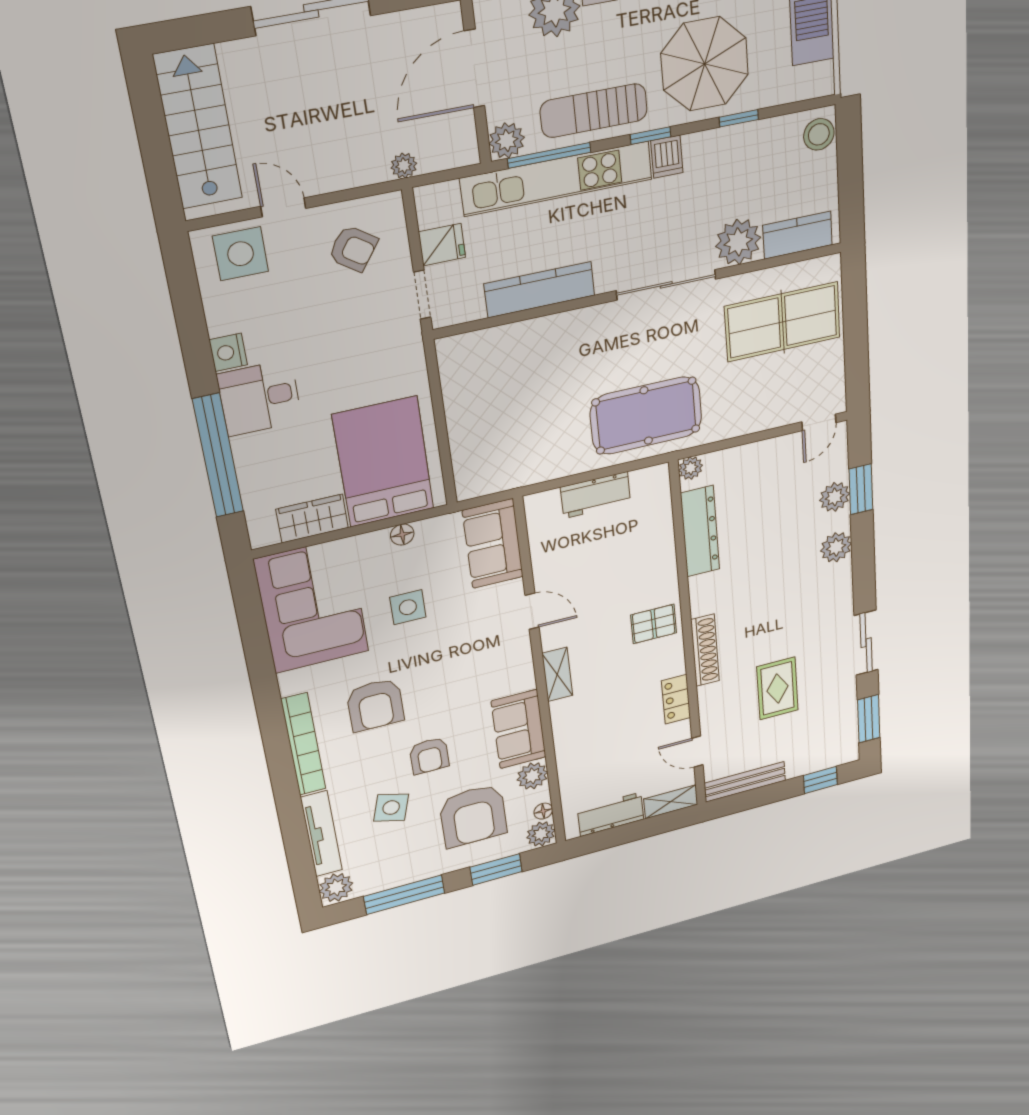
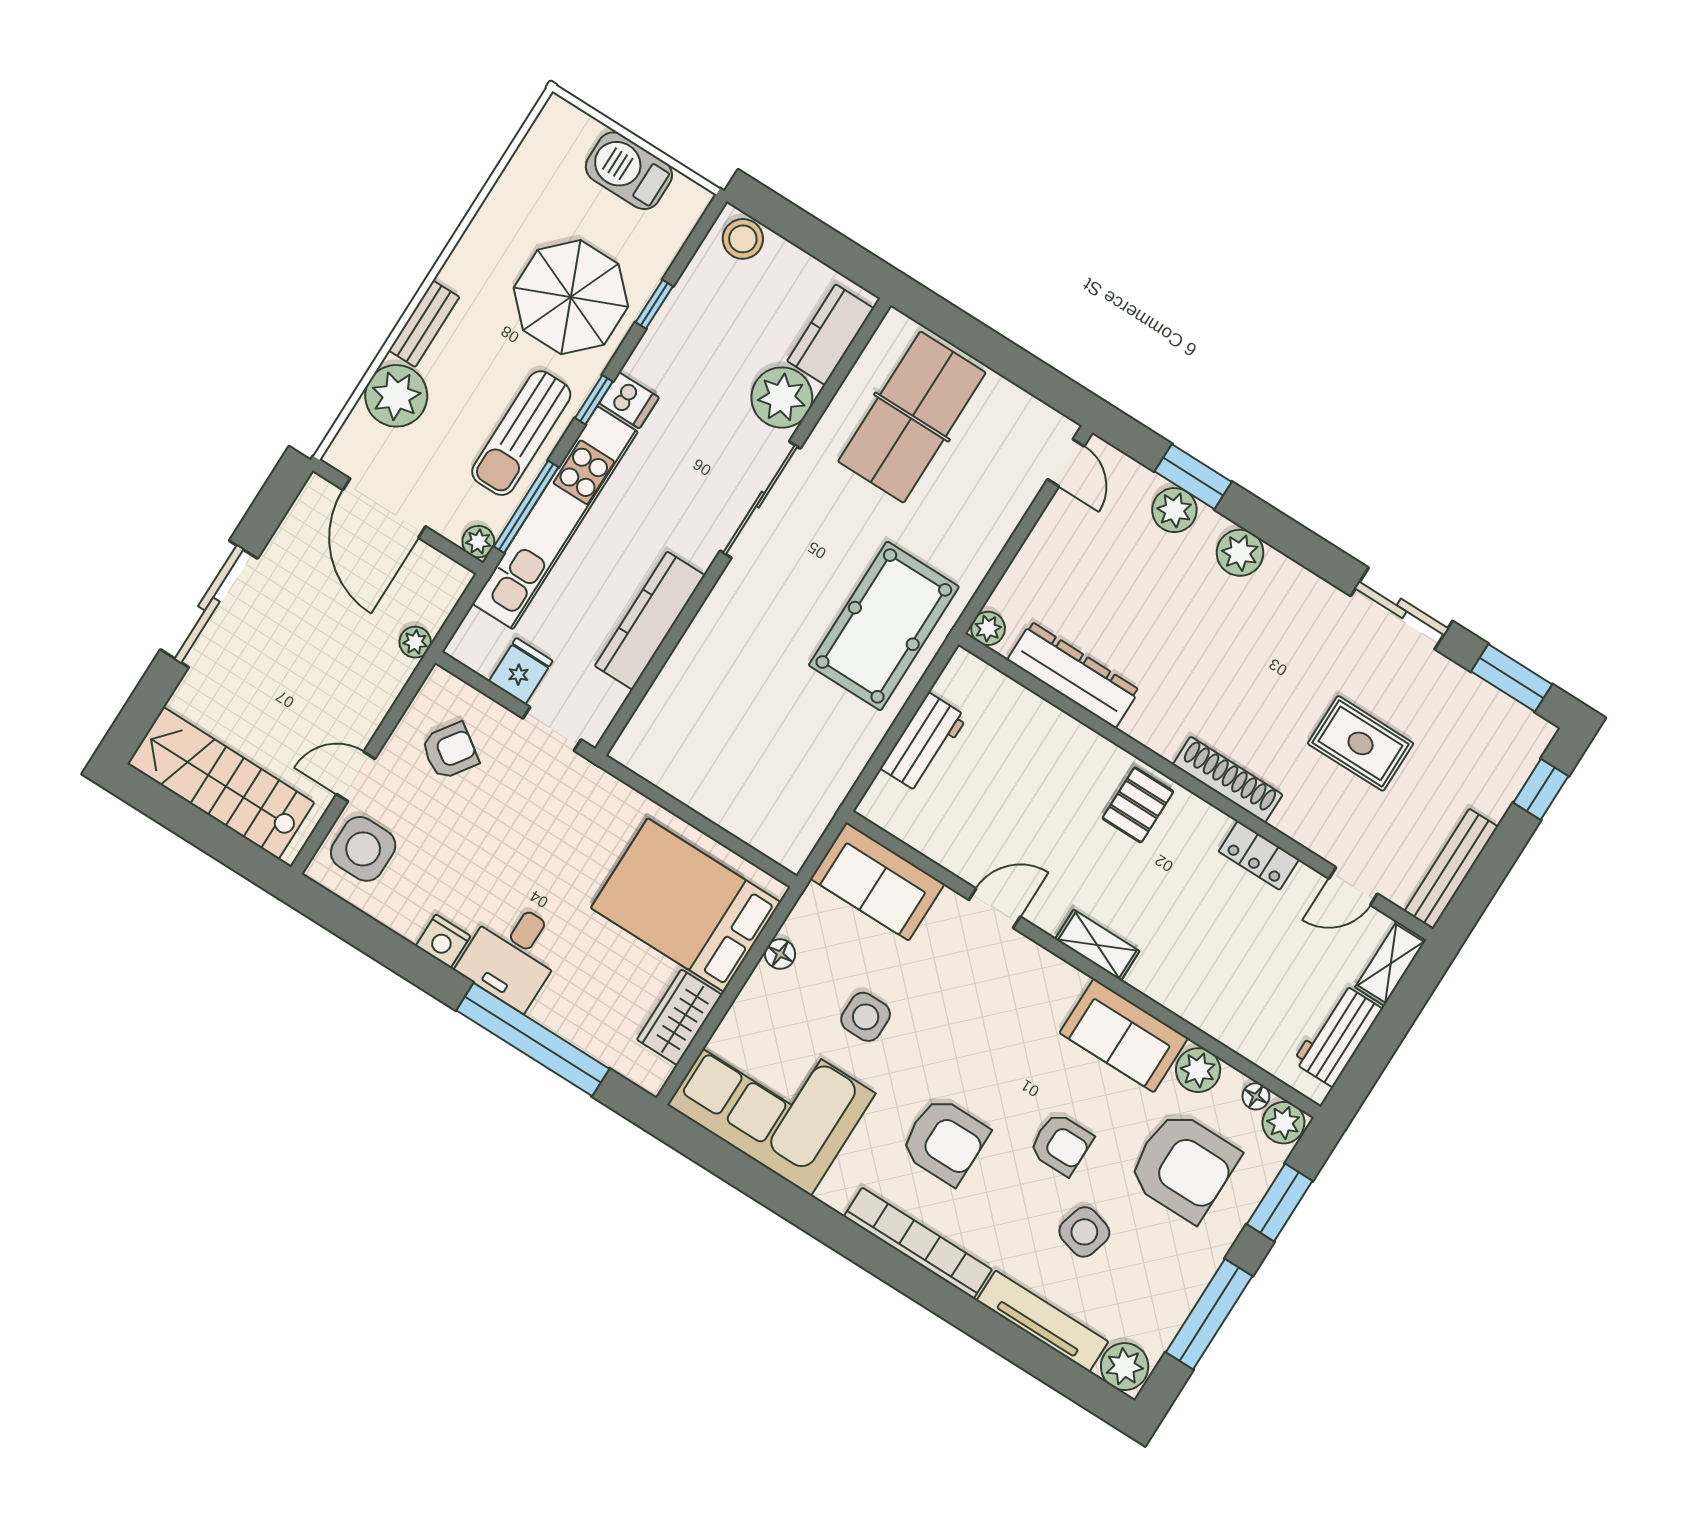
plant: (507, 140) -> (478, 542), width x0.73, depth x0.73

